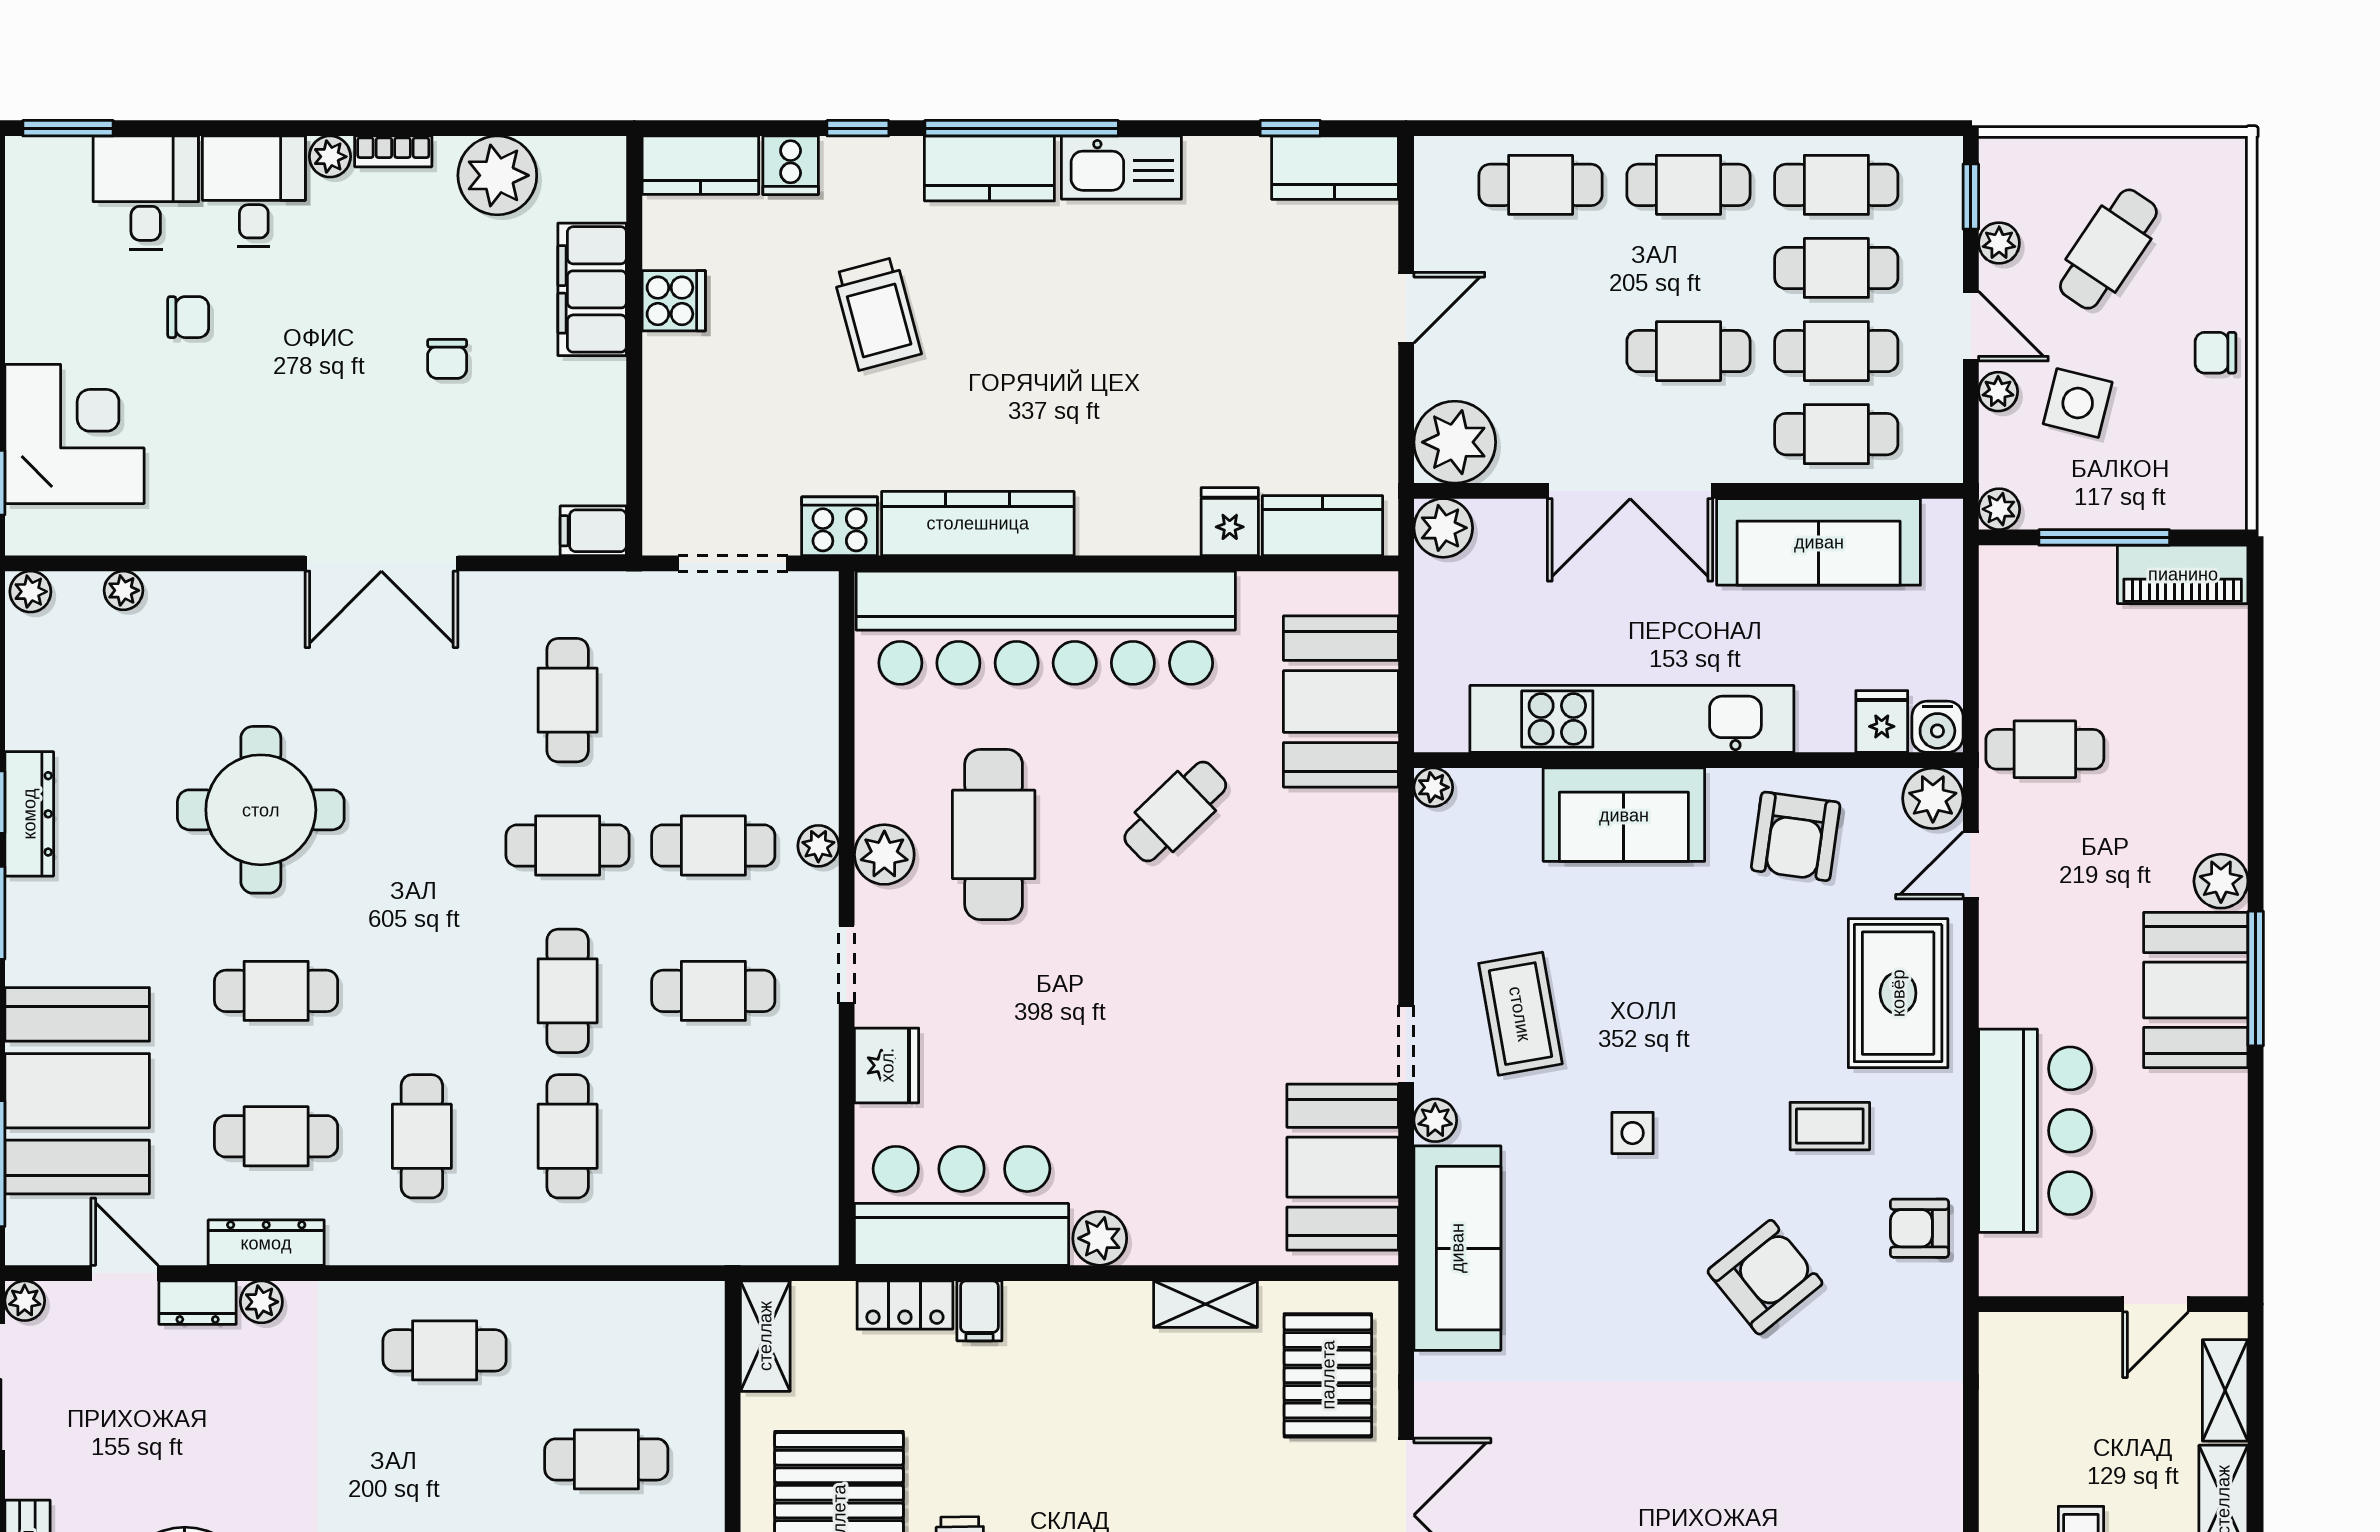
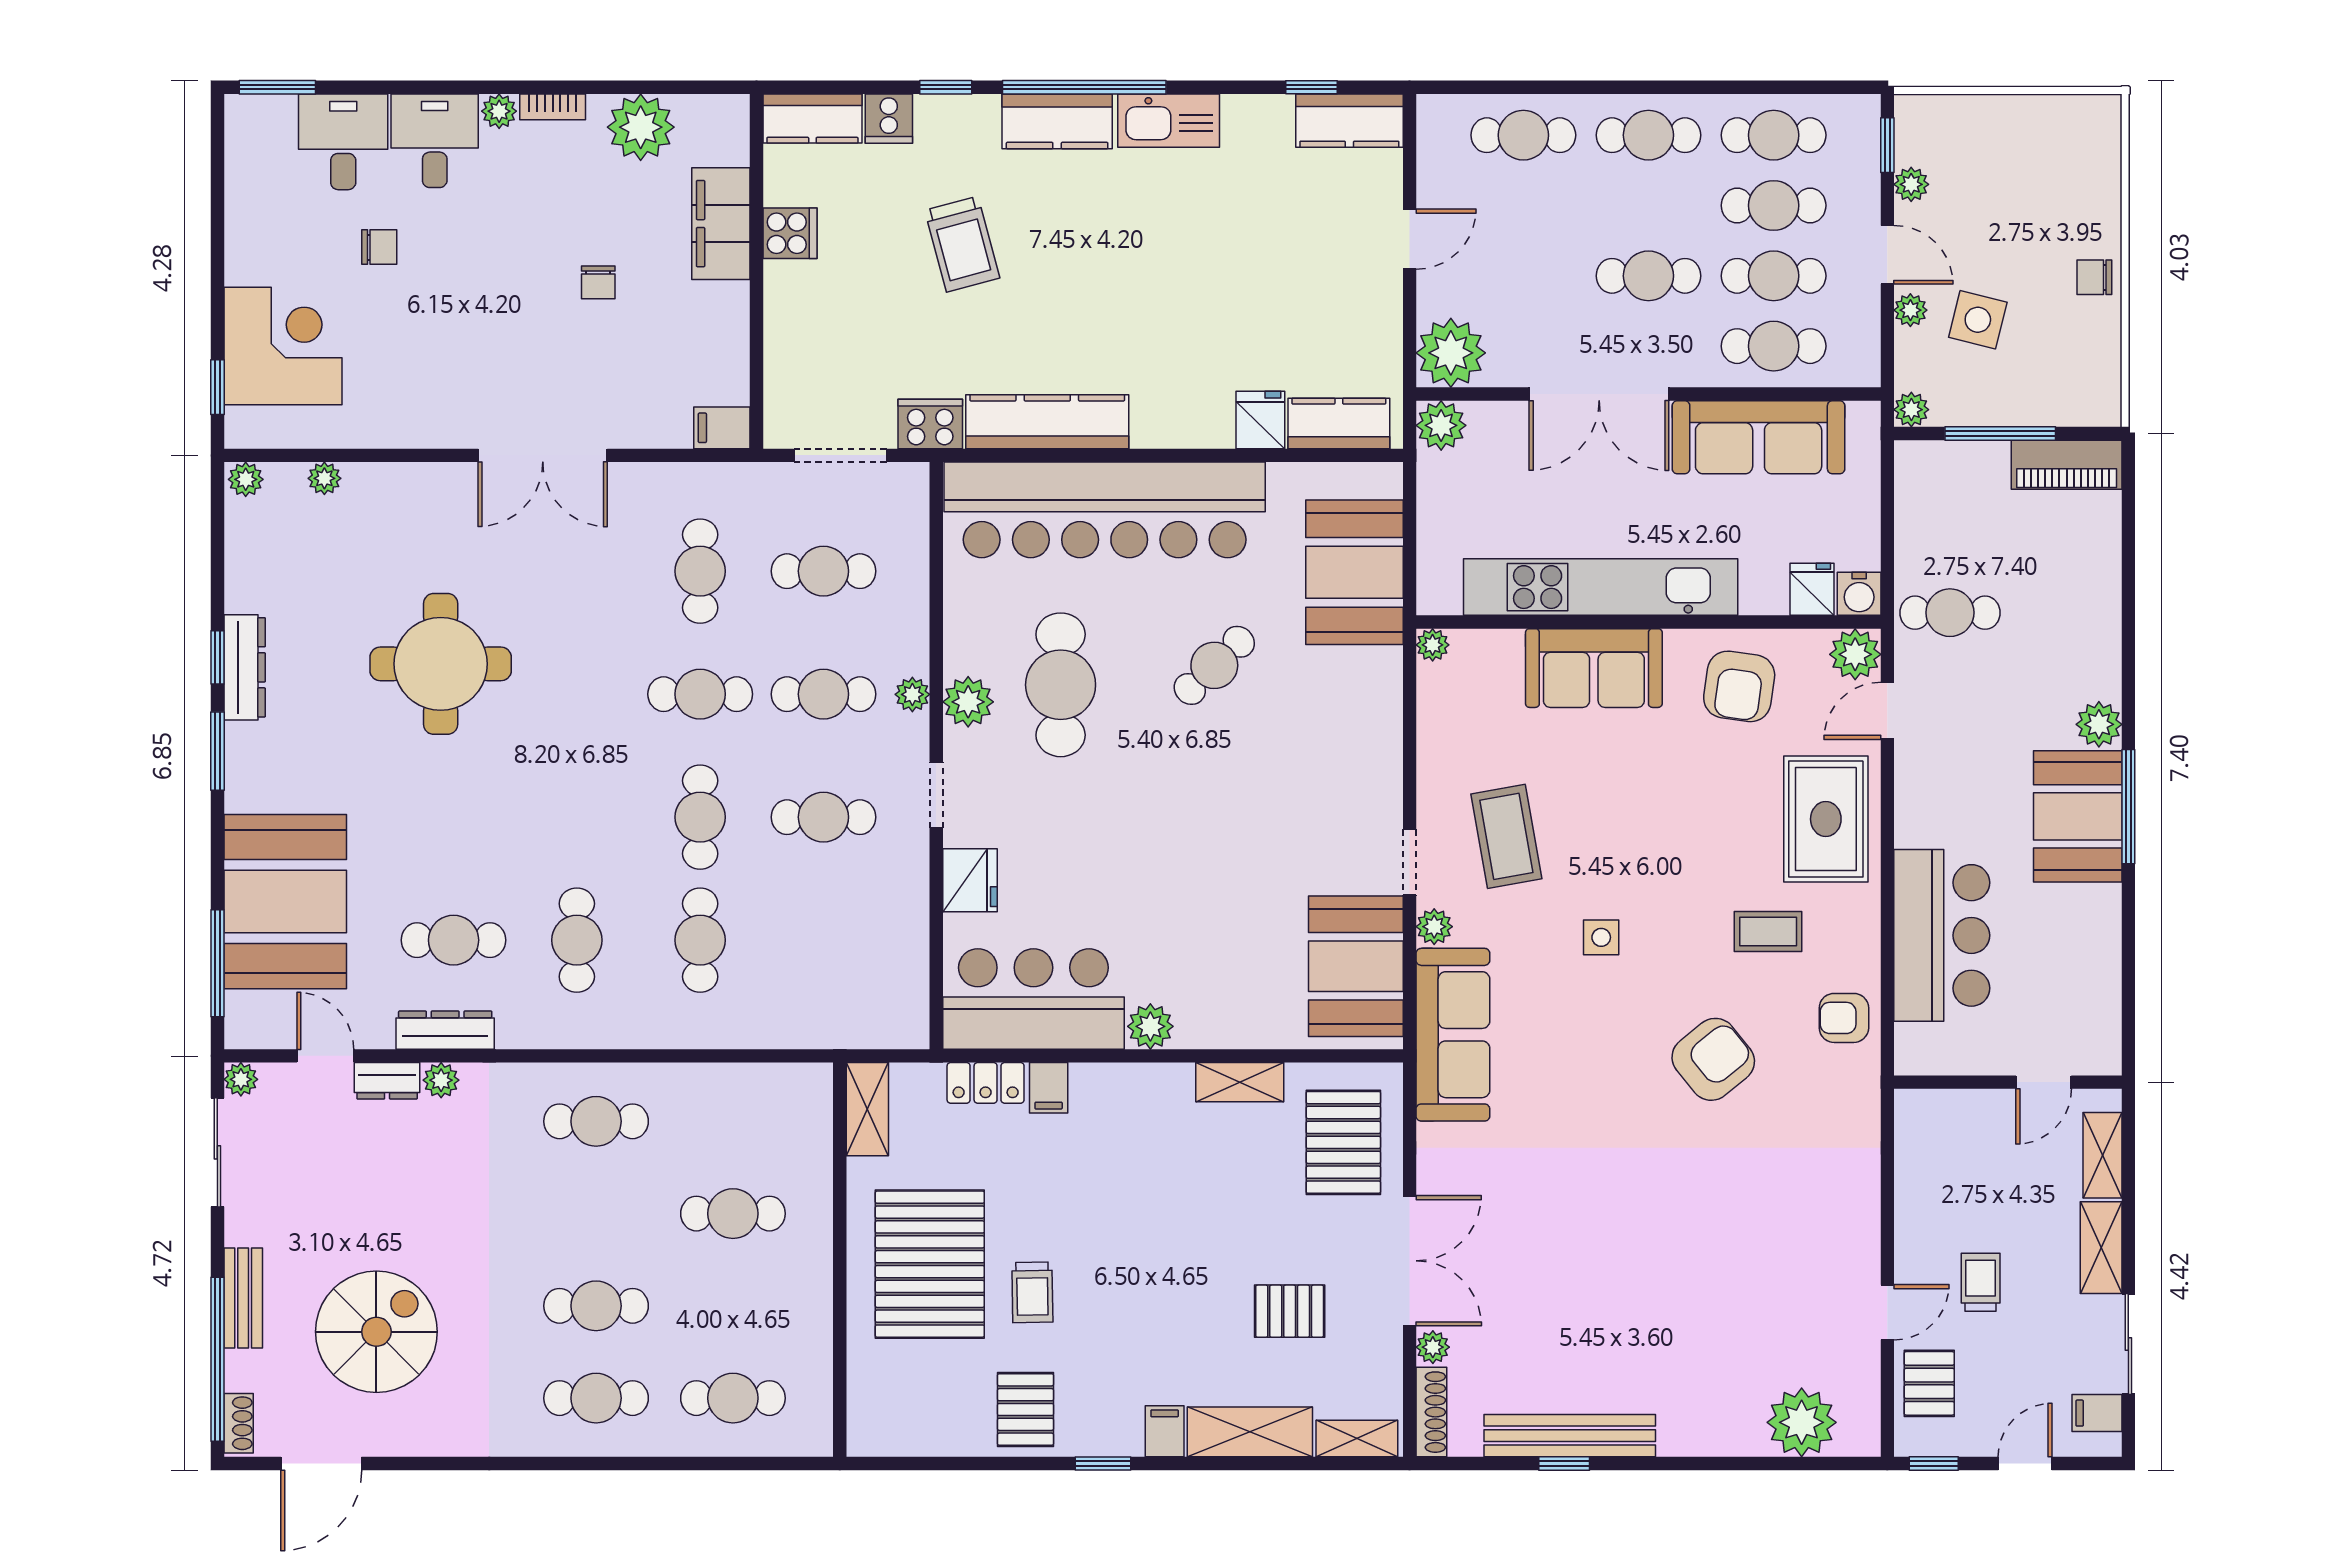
cafe table: (2108, 249) -> (2004, 189), removed
cafe table: (276, 991) -> (823, 571), moved

